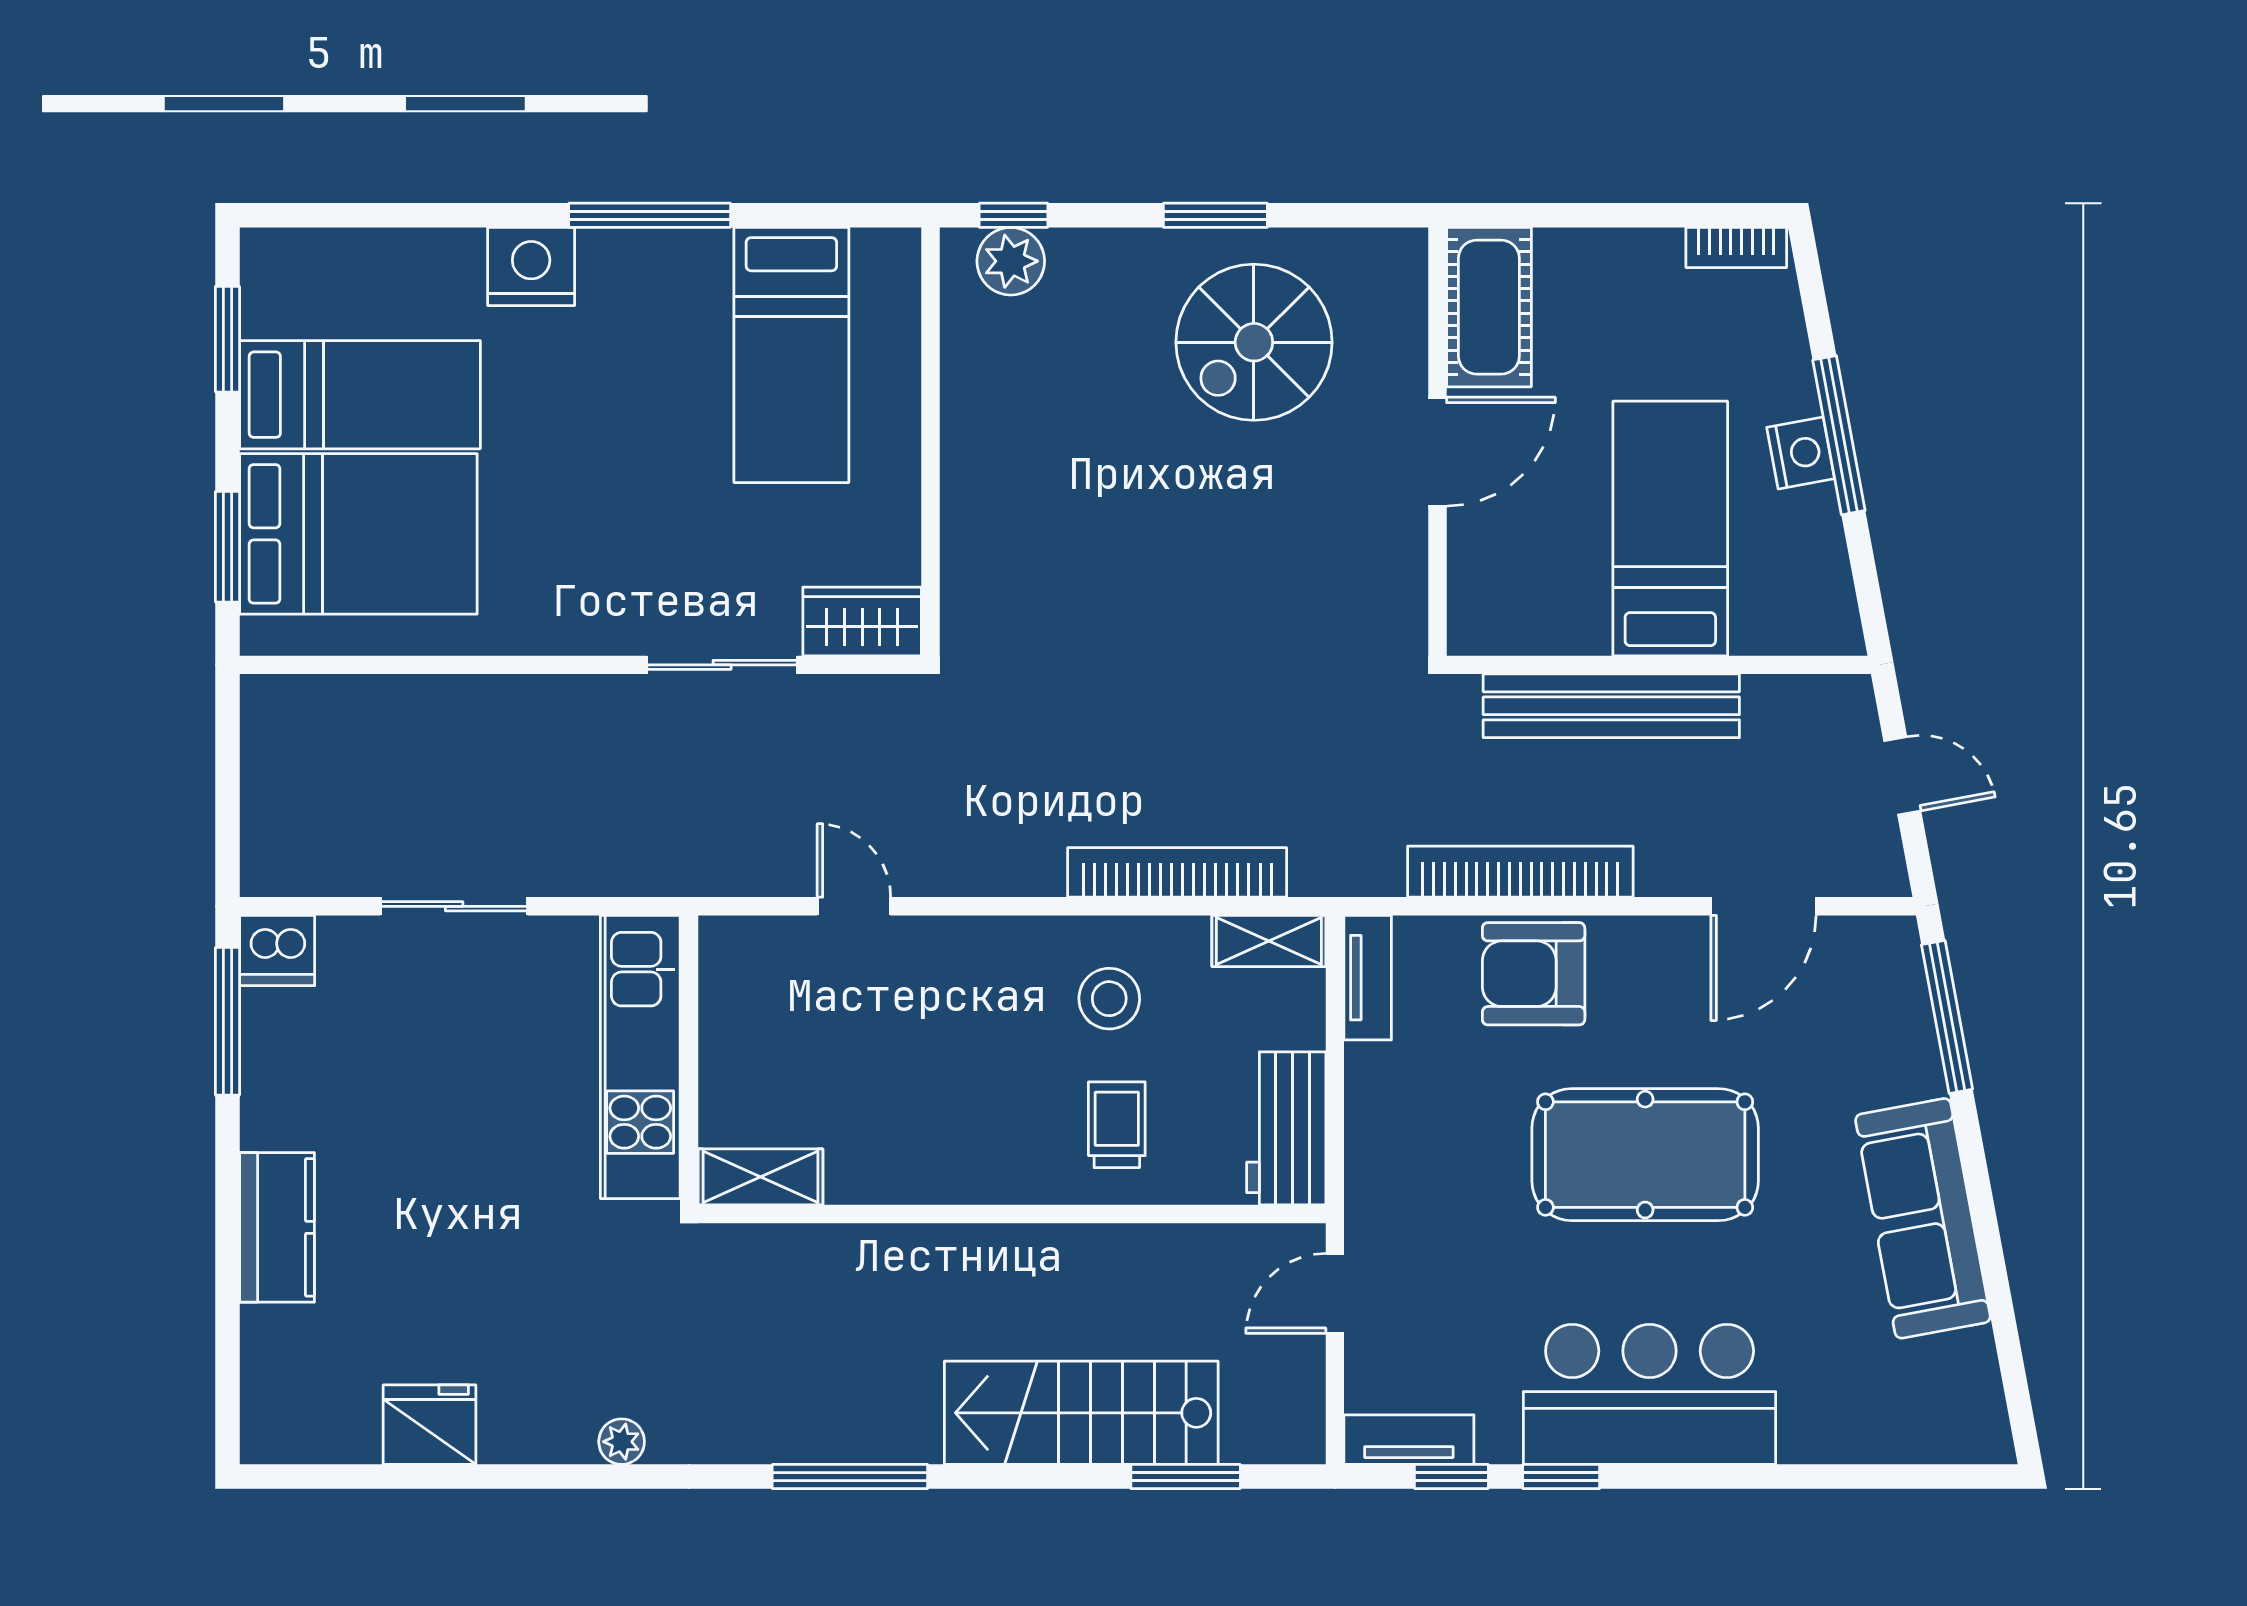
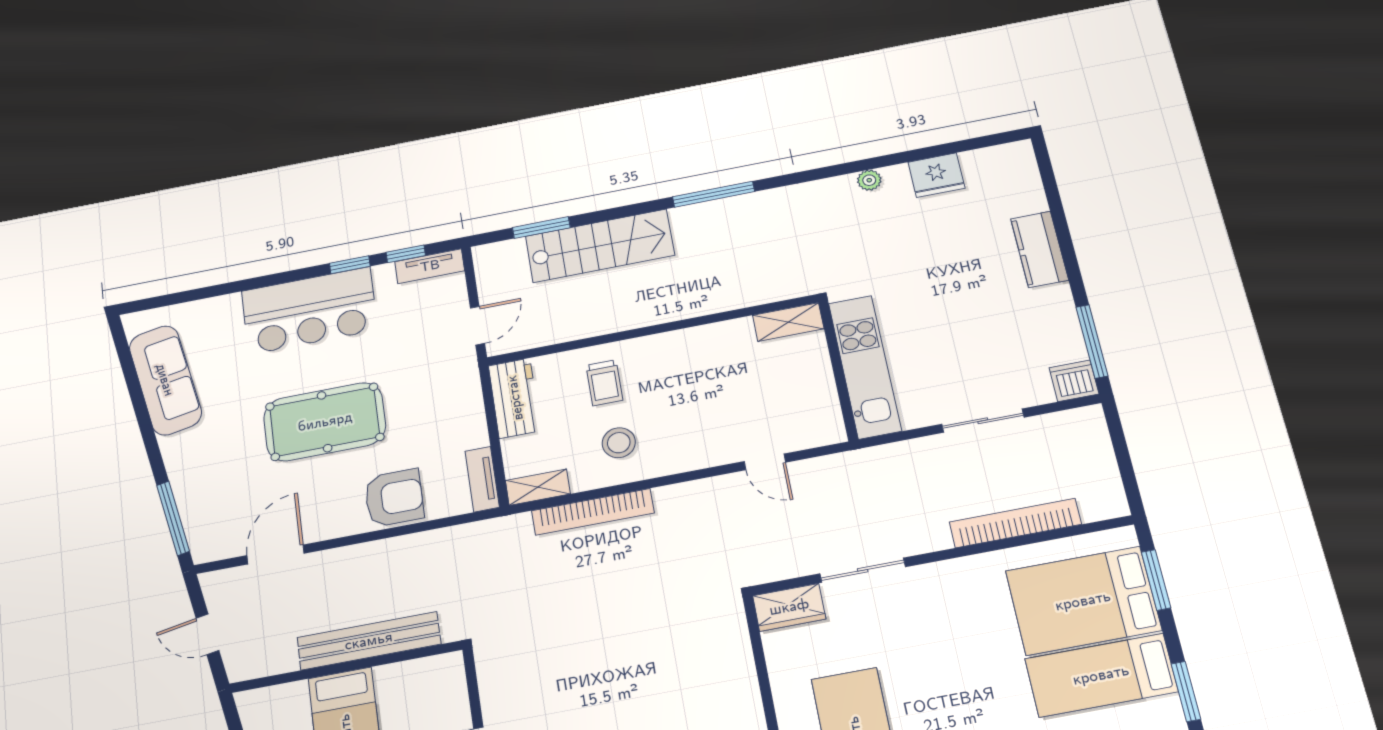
bookcase: (1520, 872) -> (1015, 523), moved, turned 180
sofa: (1923, 1218) -> (165, 380), moved
plant: (622, 1442) -> (869, 180), moved

